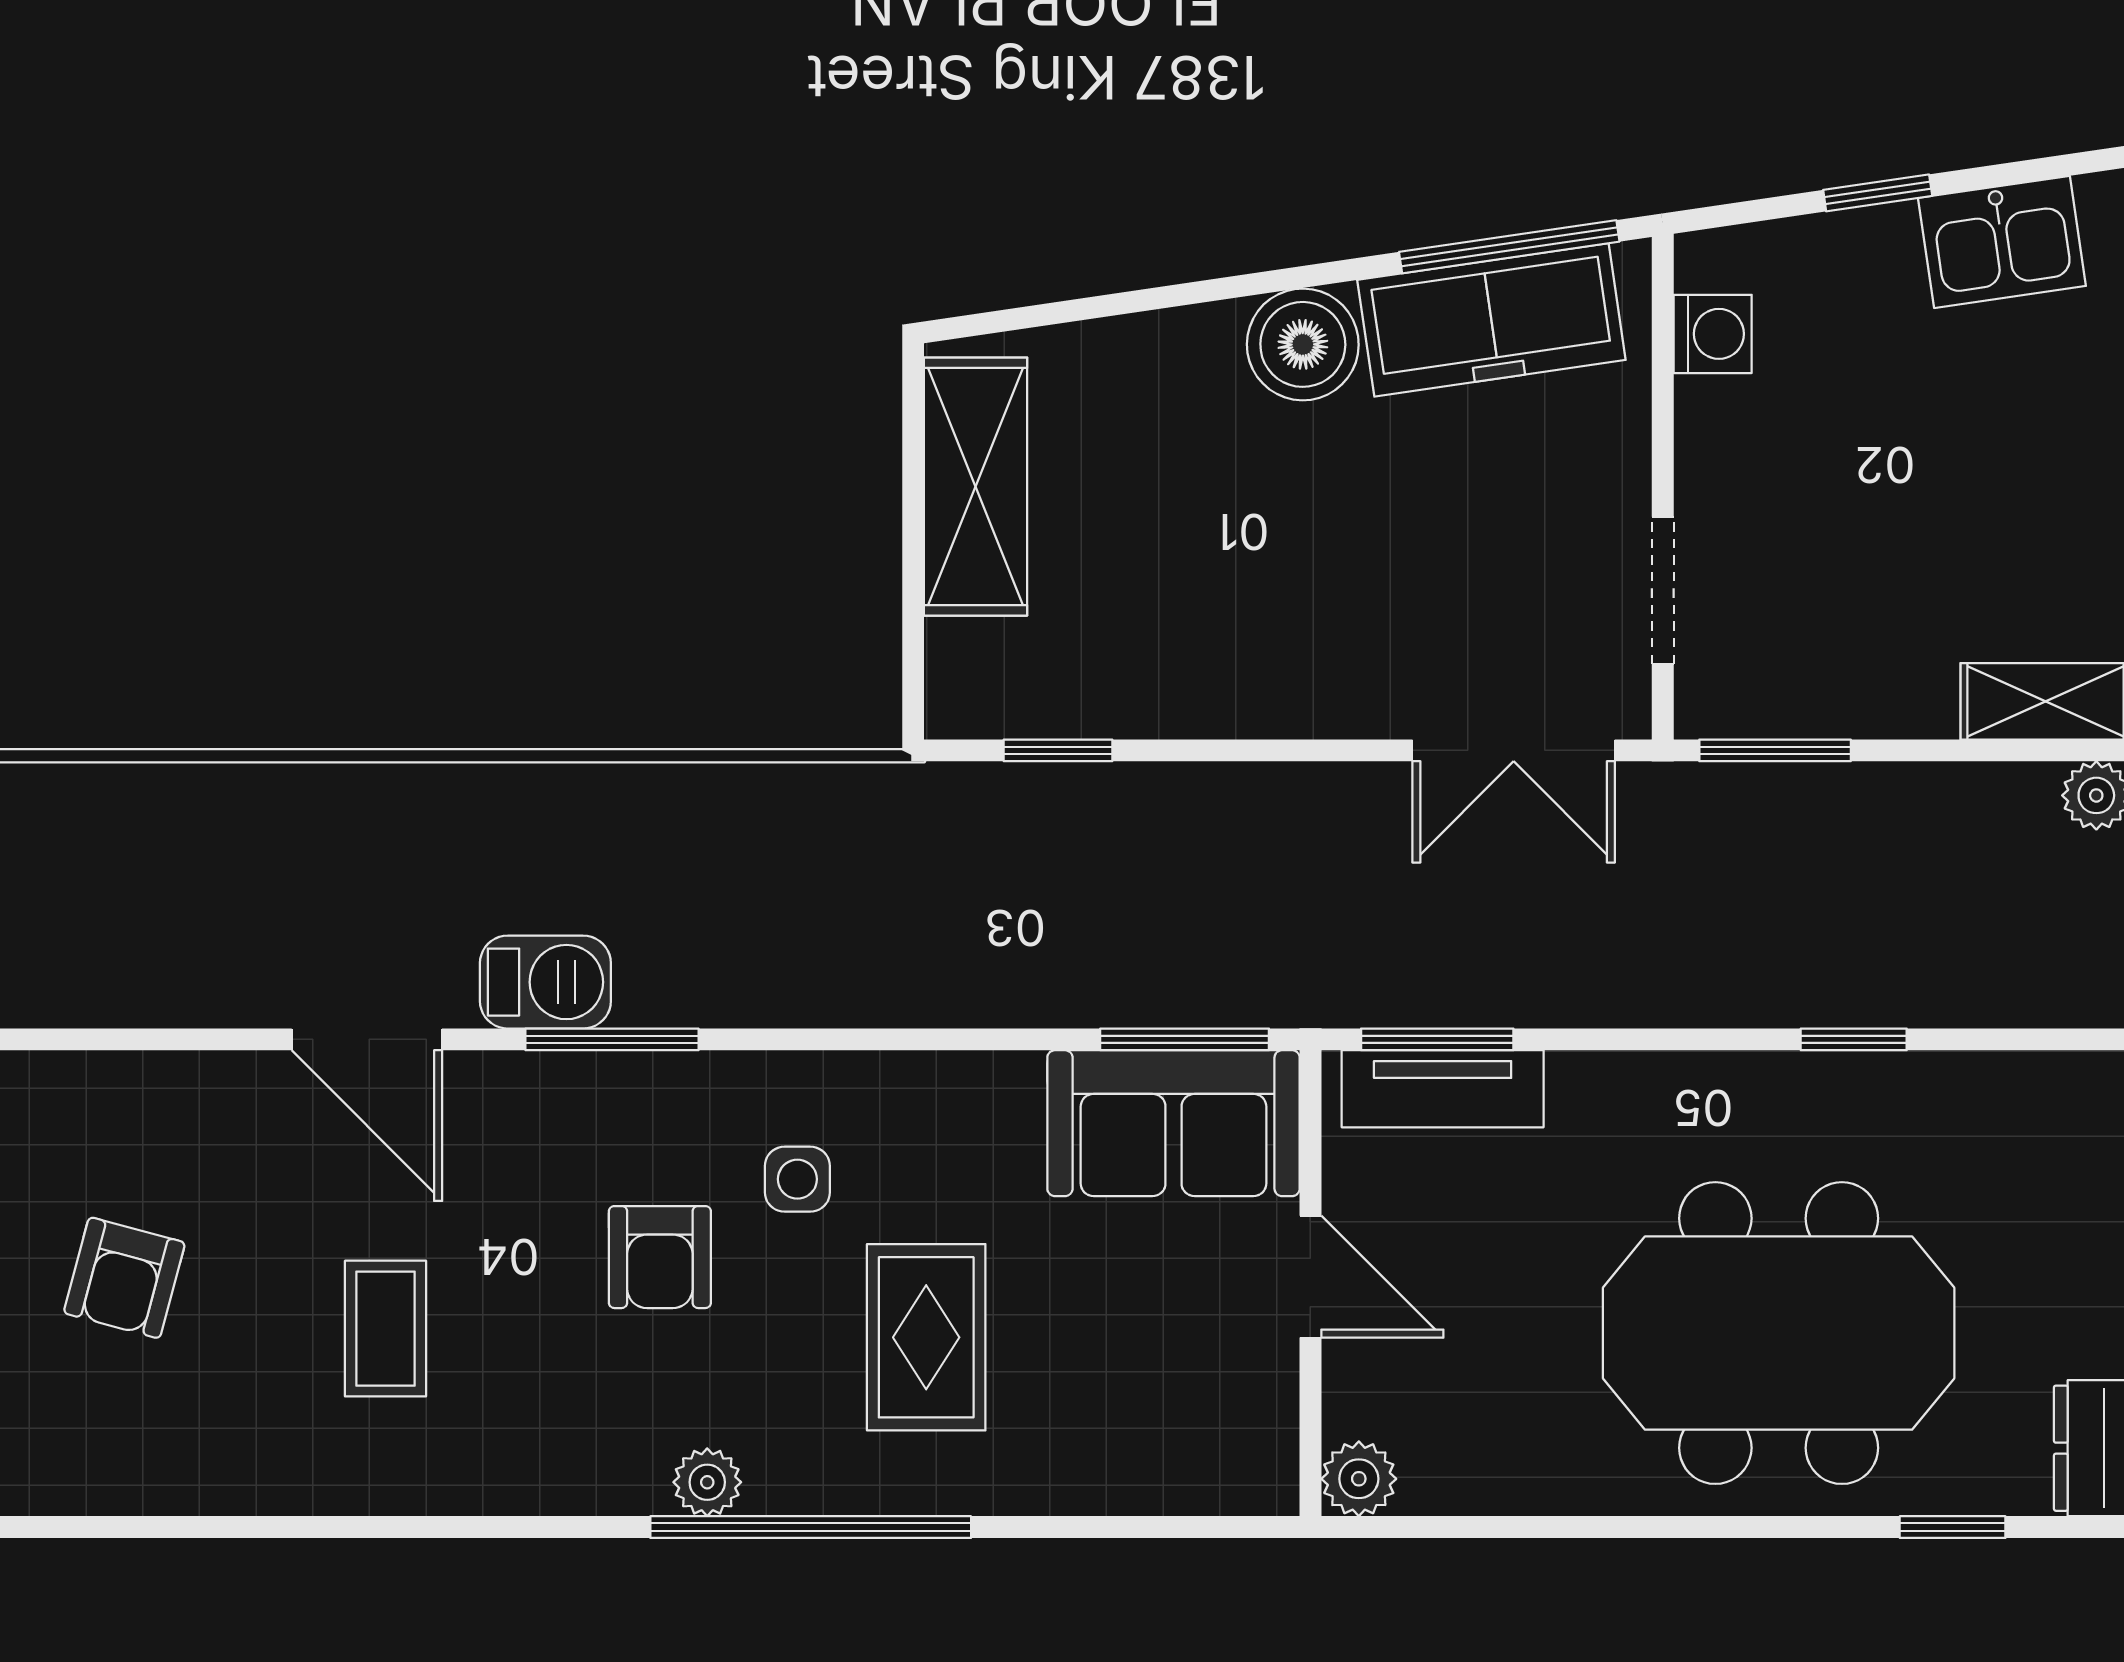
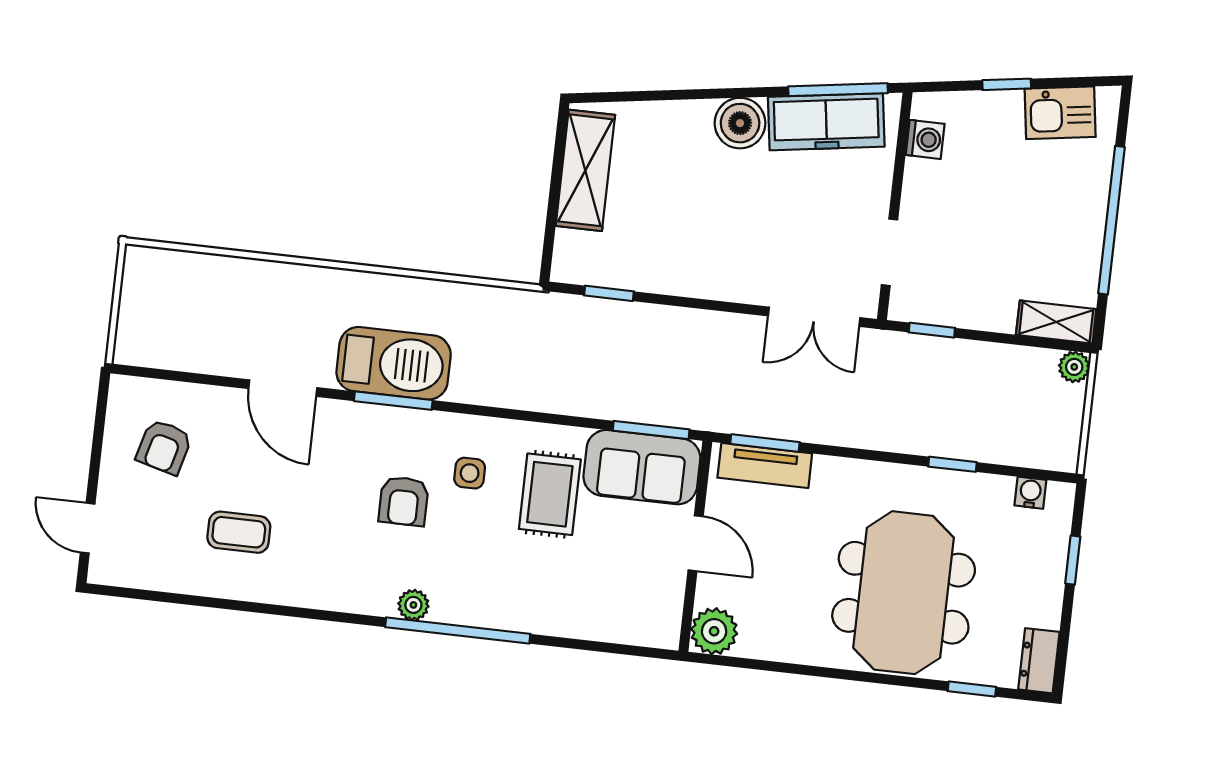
window: (1775, 750) -> (932, 330), width x0.67
barbecue: (545, 982) -> (394, 363), width x1.88, depth x1.53
water cooler: (2032, 1082) -> (1030, 493), added
armchair: (124, 1278) -> (164, 447), moved
coffee table: (386, 1329) -> (239, 532), moved, turned 90
meeting table: (1779, 1333) -> (904, 593), turned 90
rug: (926, 1337) -> (550, 494), moved
plant: (1359, 1479) -> (714, 631), width x1.38, depth x1.38

